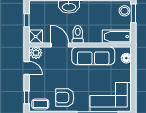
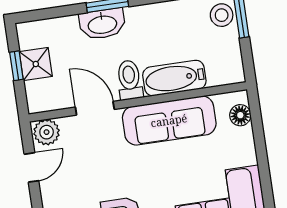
shower: (36, 37) -> (36, 64), moved
bathtub: (117, 37) -> (174, 78), moved
door: (27, 68) -> (31, 167), hinge flipped

